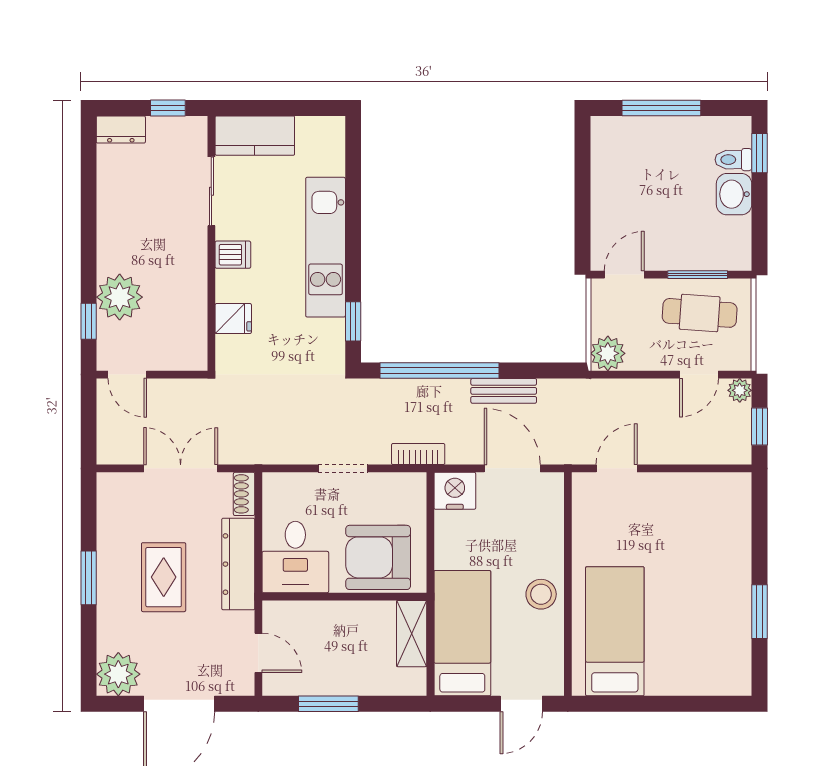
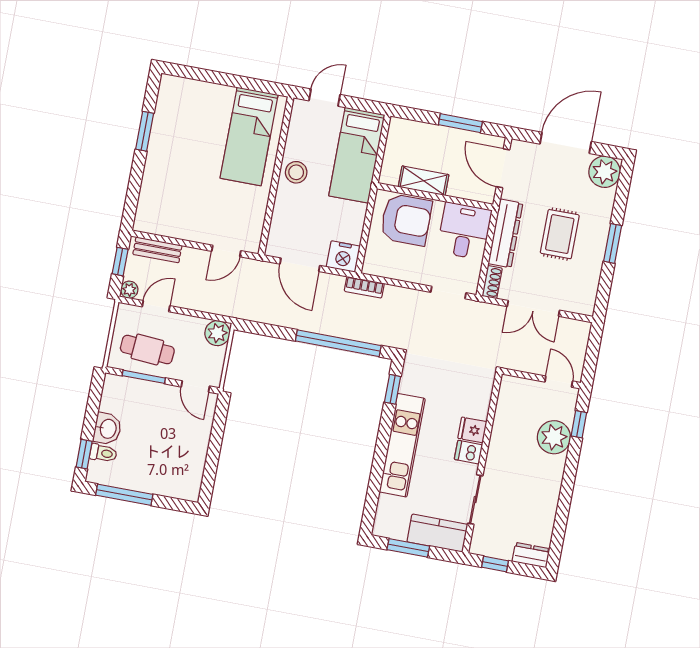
window: (291, 108) -> (408, 548), added
window: (661, 108) -> (124, 495), moved
door: (624, 275) -> (195, 386), hinge flipped
fridge: (233, 319) -> (472, 430), moved
bench: (504, 391) -> (157, 250), moved
doorway: (343, 468) -> (448, 293), moved
shelving: (412, 634) -> (424, 181), moved, turned 90
door: (258, 653) -> (503, 168), width x1.38

